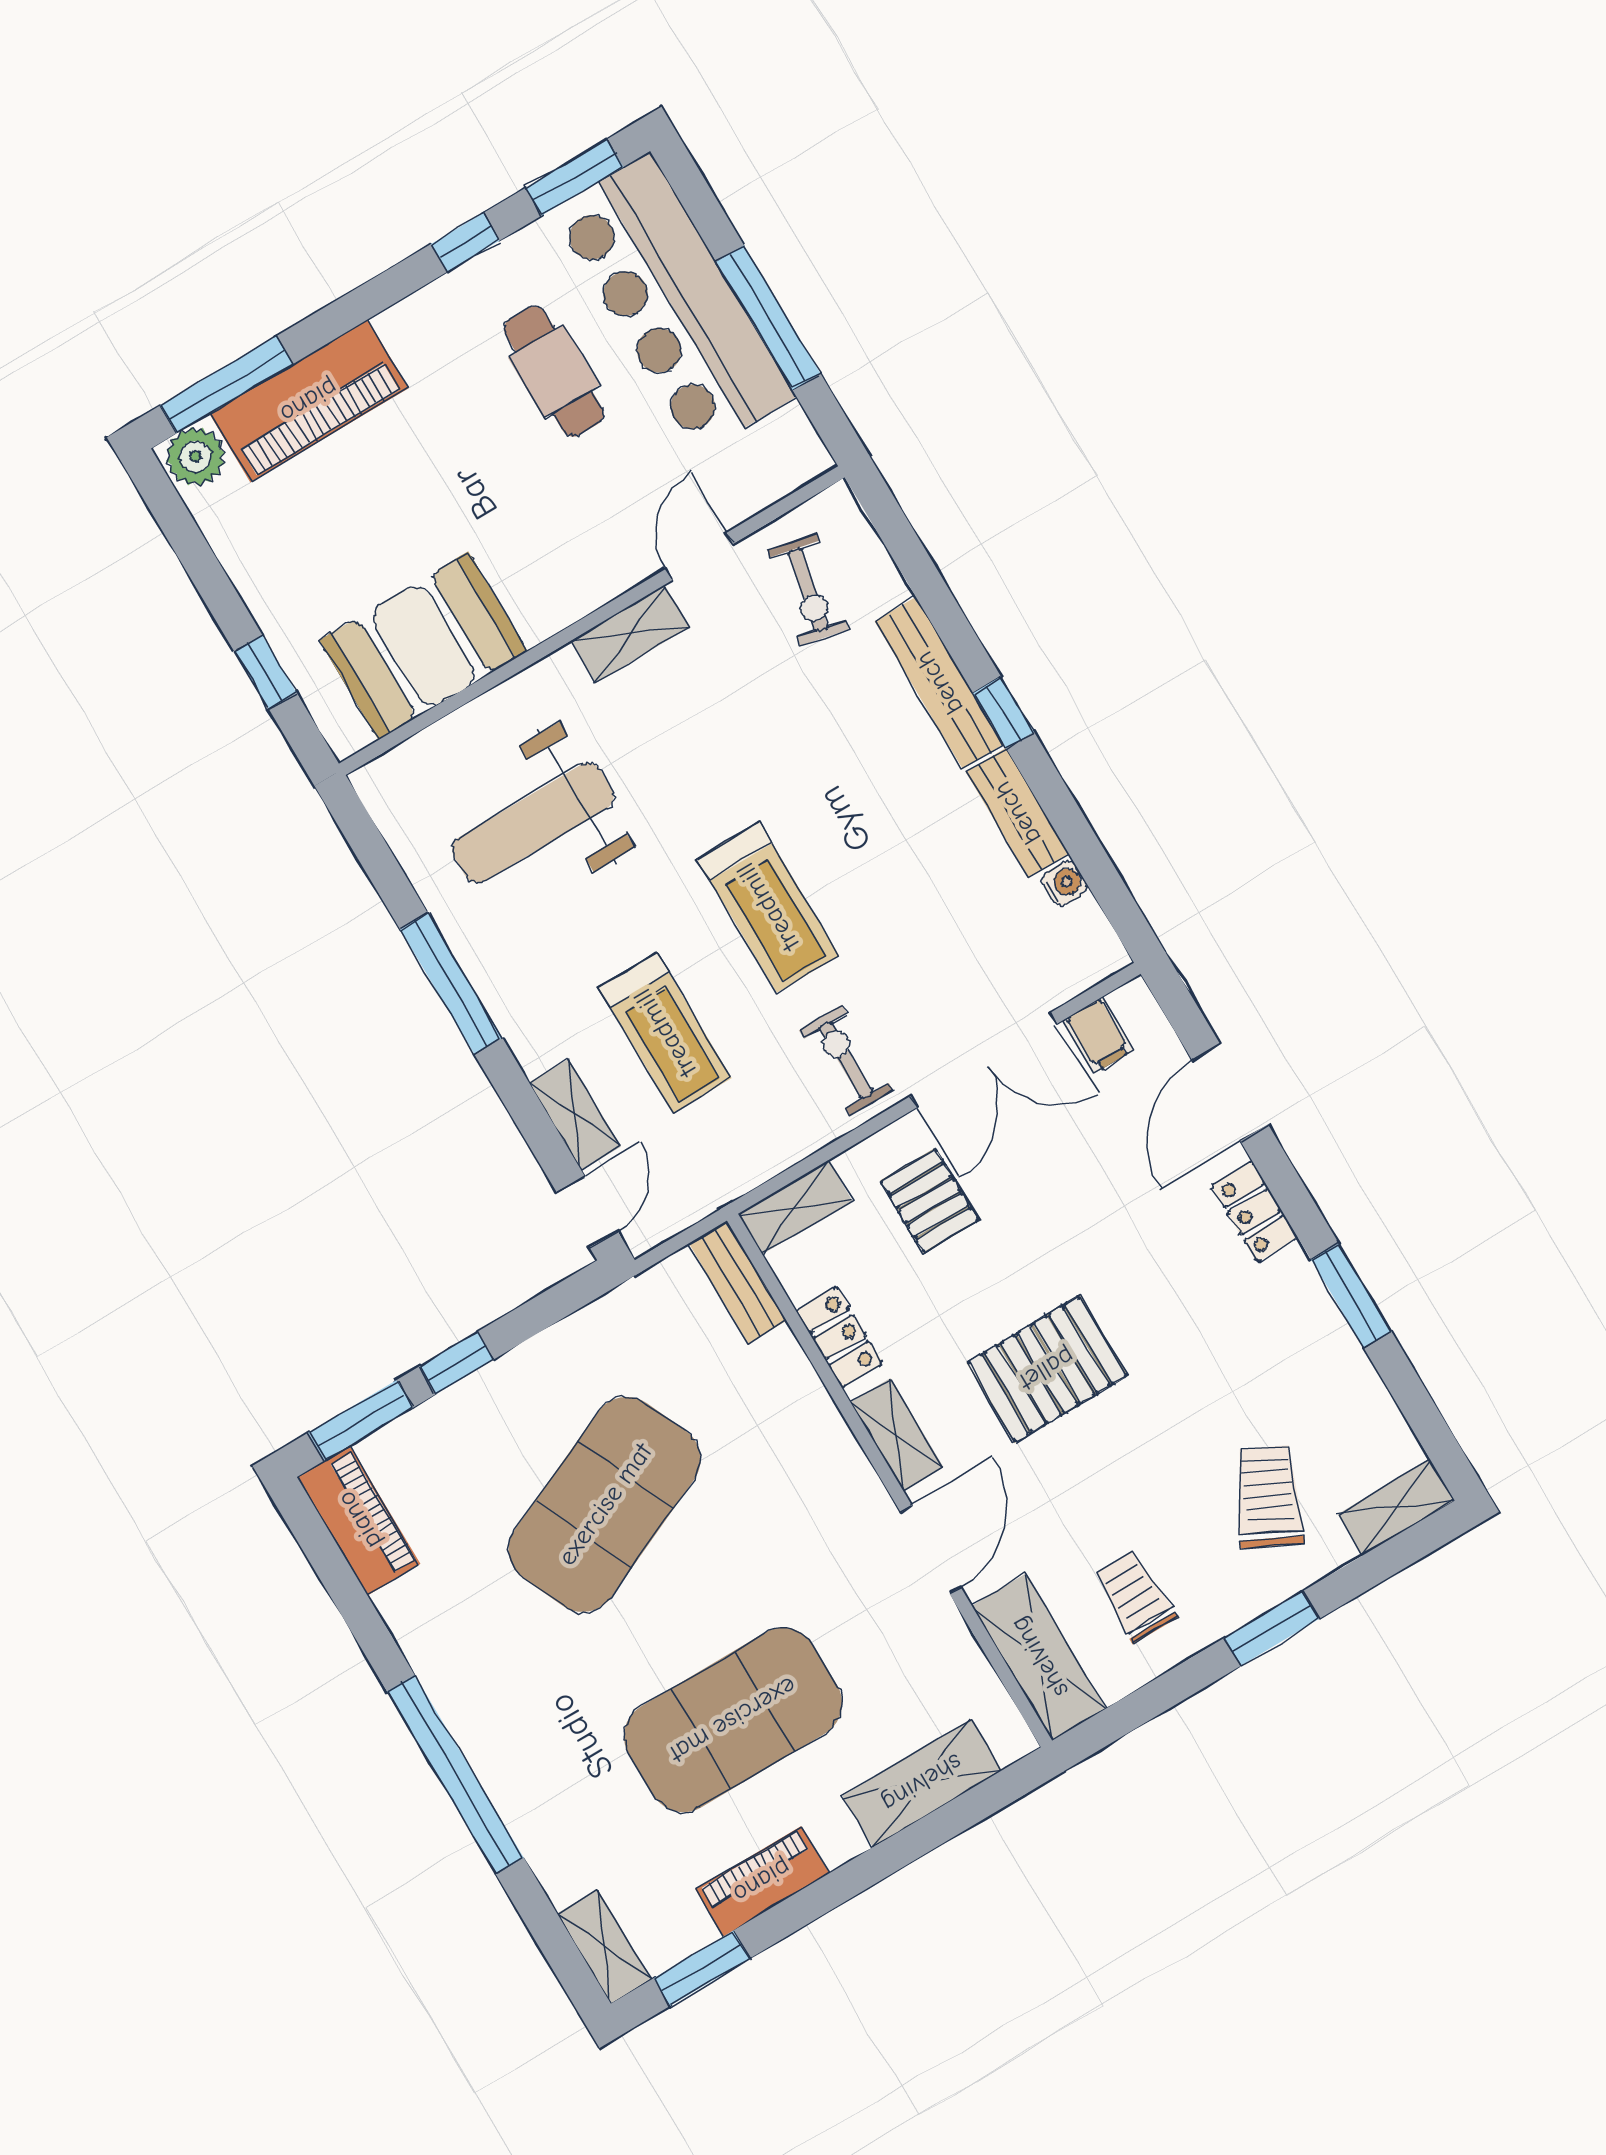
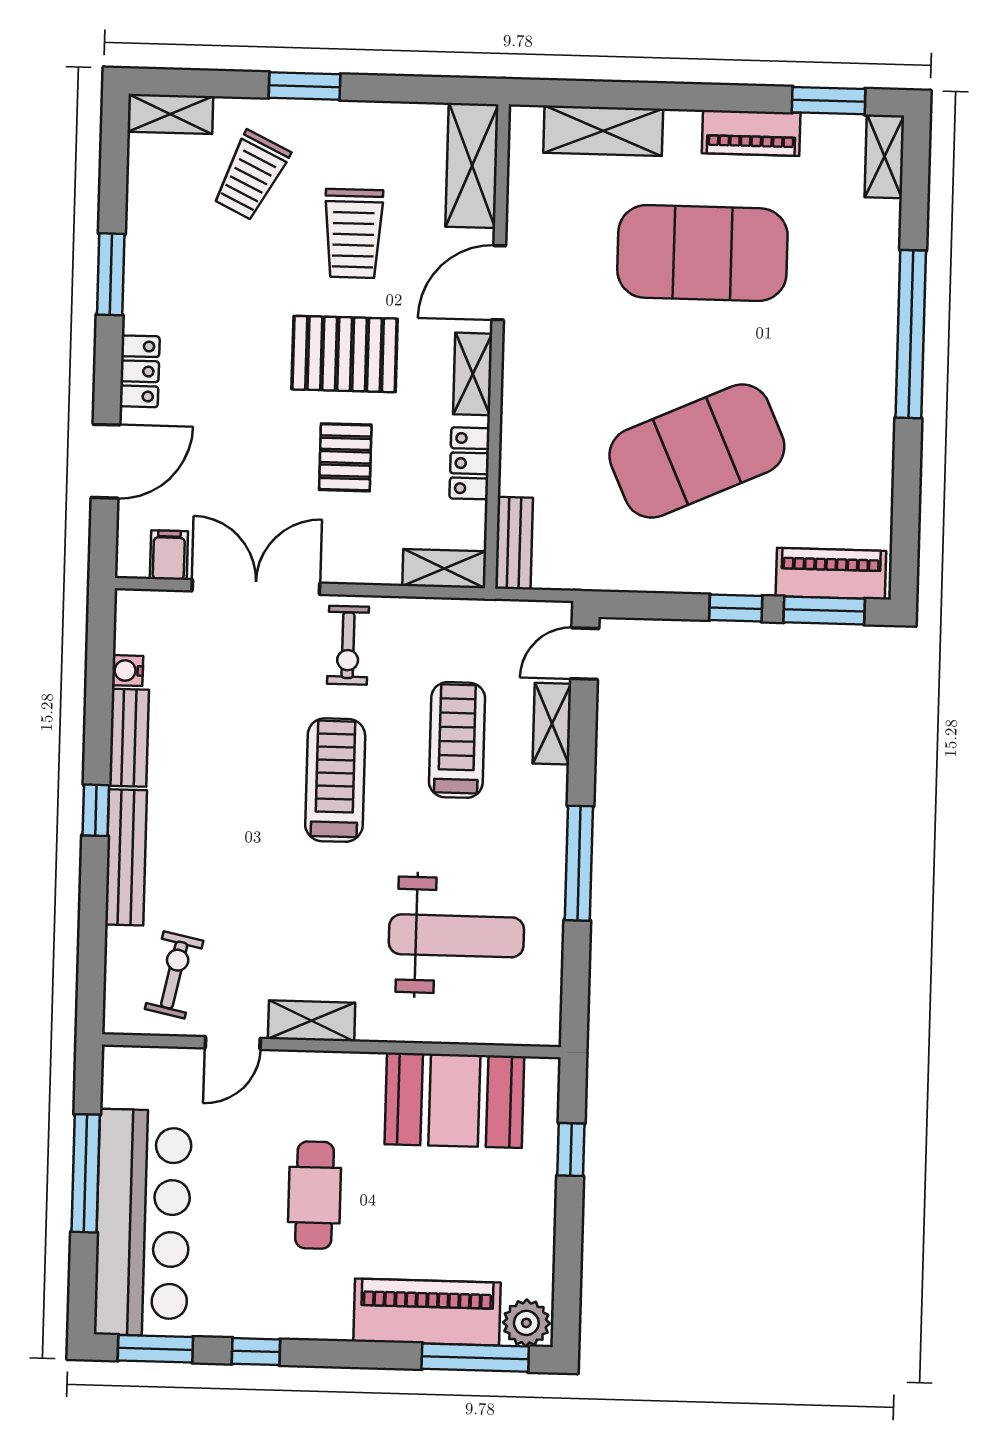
cafe table: (554, 371) -> (315, 1195), moved
pallet: (929, 1201) -> (345, 457), moved
piano: (359, 1520) -> (831, 574), moved, turned 90
trolley: (1135, 1596) -> (353, 233), moved, width x1.36, depth x1.39

